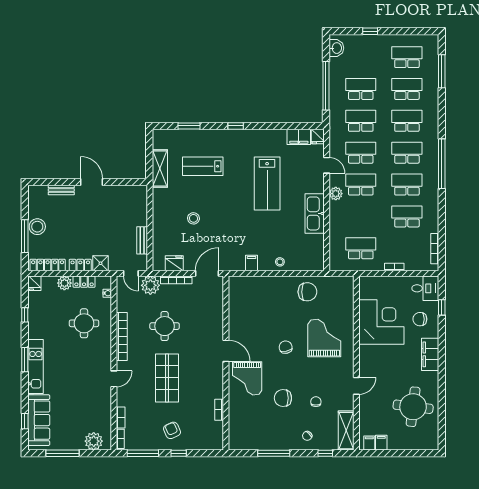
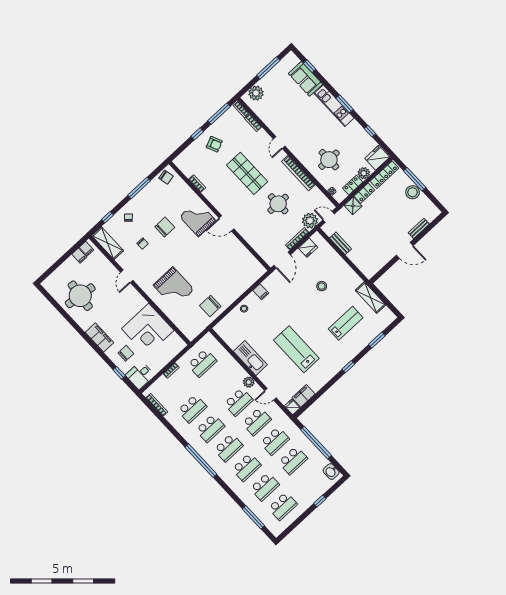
fridge: (35, 283) -> (377, 158), width x1.88, depth x1.34
chair: (286, 347) -> (166, 177), moved
sofa: (39, 420) -> (305, 79), width x0.73

